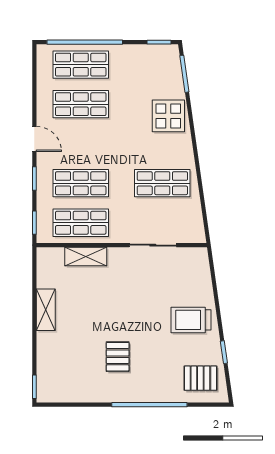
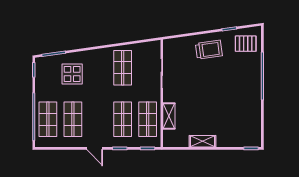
display table: (168, 116) -> (72, 74), moved
door: (34, 139) -> (95, 148), swing flipped
trolley: (191, 320) -> (209, 50), turned -98
pallet: (118, 357) -> (232, 96), removed
pallet: (200, 378) -> (246, 44), turned 90

